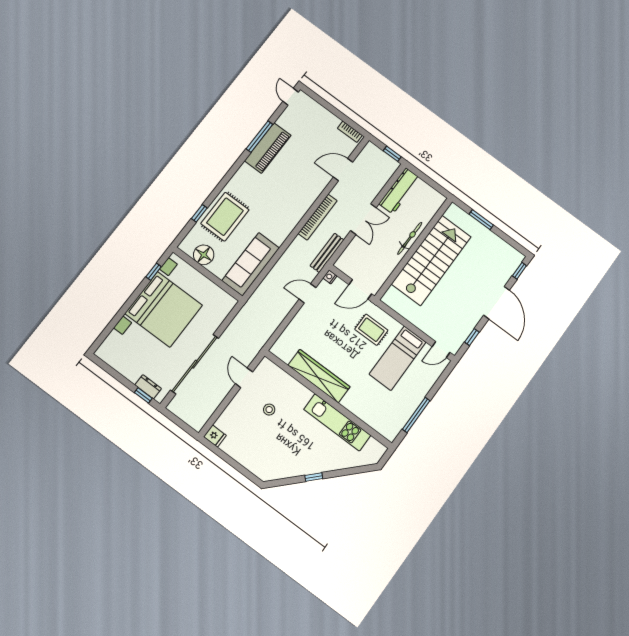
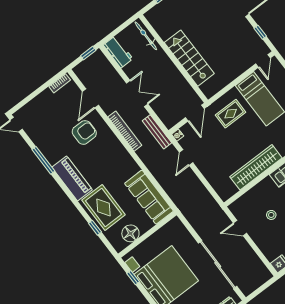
piano: (268, 148) -> (72, 178), moved
armchair: (303, 173) -> (84, 132), added
workbench: (399, 191) -> (118, 52), width x0.73
bicycle: (410, 238) -> (146, 36), moved
stairs: (431, 260) -> (189, 58), width x0.73, depth x0.66

